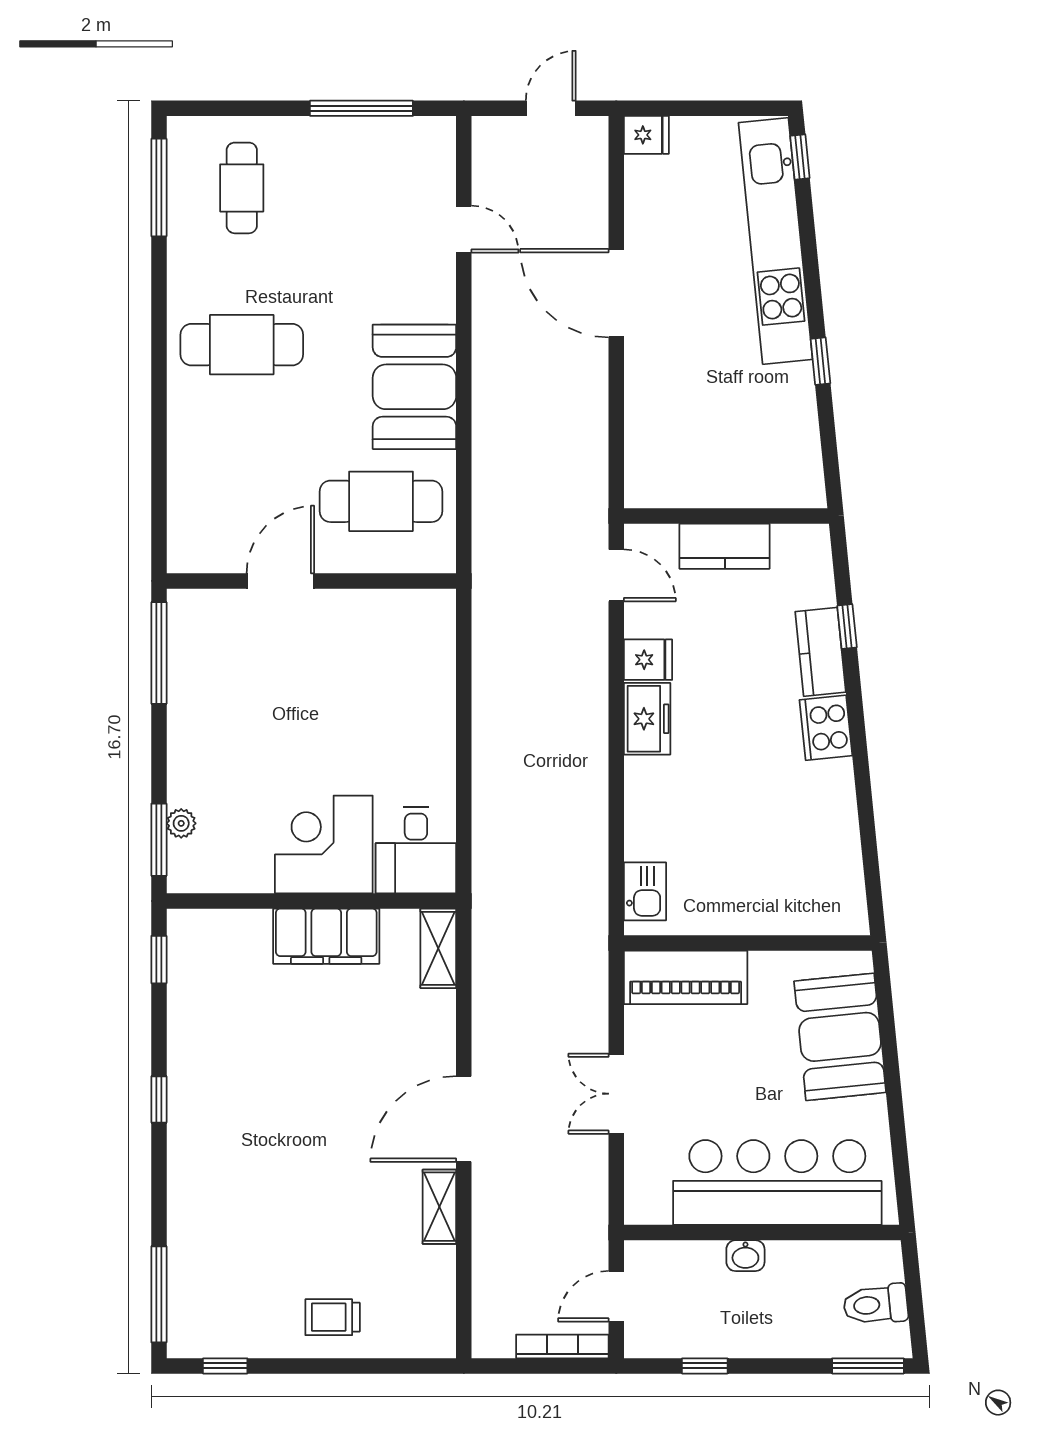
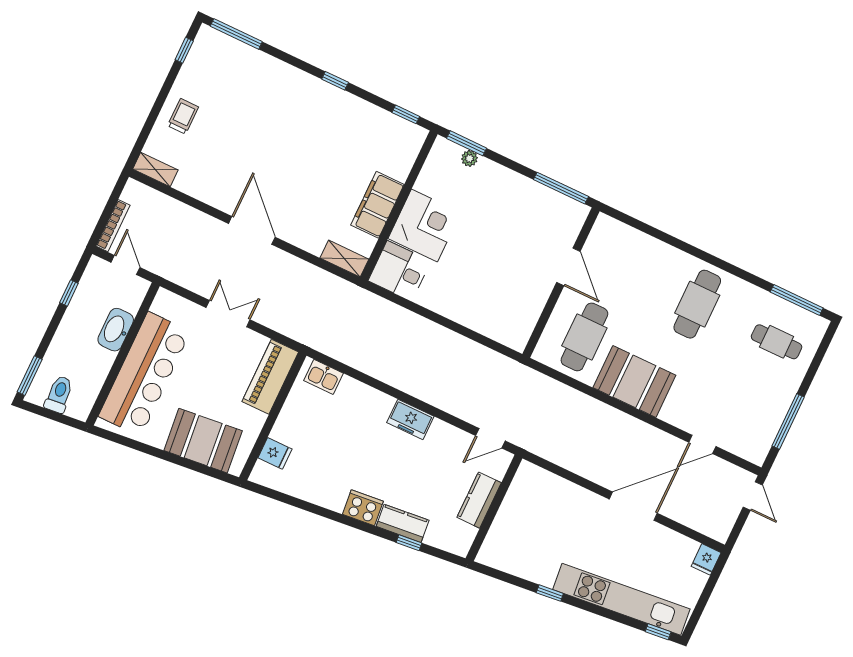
door: (551, 108) -> (753, 496), moved
fridge: (648, 660) -> (275, 453), moved, turned -90
shelving: (439, 1207) -> (155, 169), moved
washbasin: (745, 1256) -> (116, 330), width x1.91, depth x1.45

